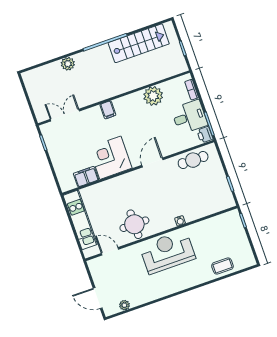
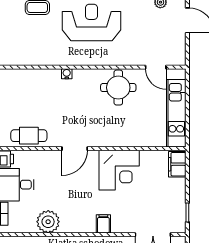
filing cabinet: (86, 177) -> (177, 164), moved, turned 90
reception desk: (167, 252) -> (92, 22), moved, turned 180

